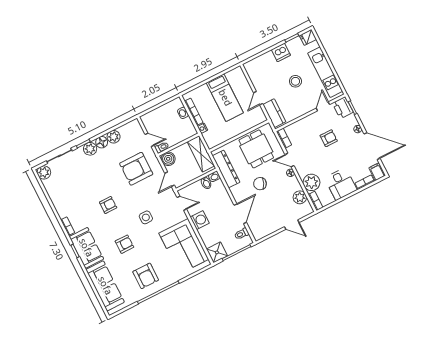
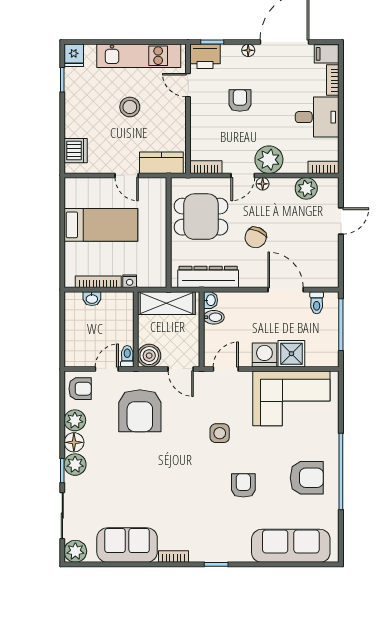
dishwasher: (281, 52) -> (76, 151), moved
plant: (311, 182) -> (269, 160), moved
armchair: (108, 205) -> (80, 389), moved, turned 90
sofa: (86, 248) -> (127, 545), moved
shower: (217, 252) -> (291, 354), moved

